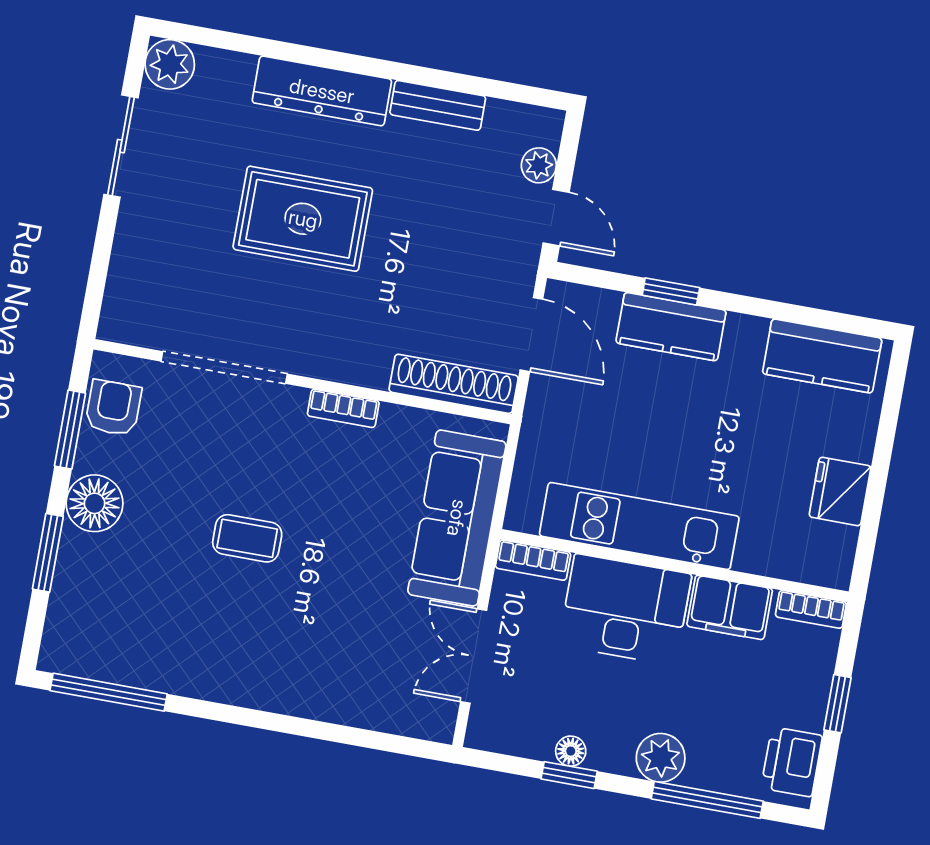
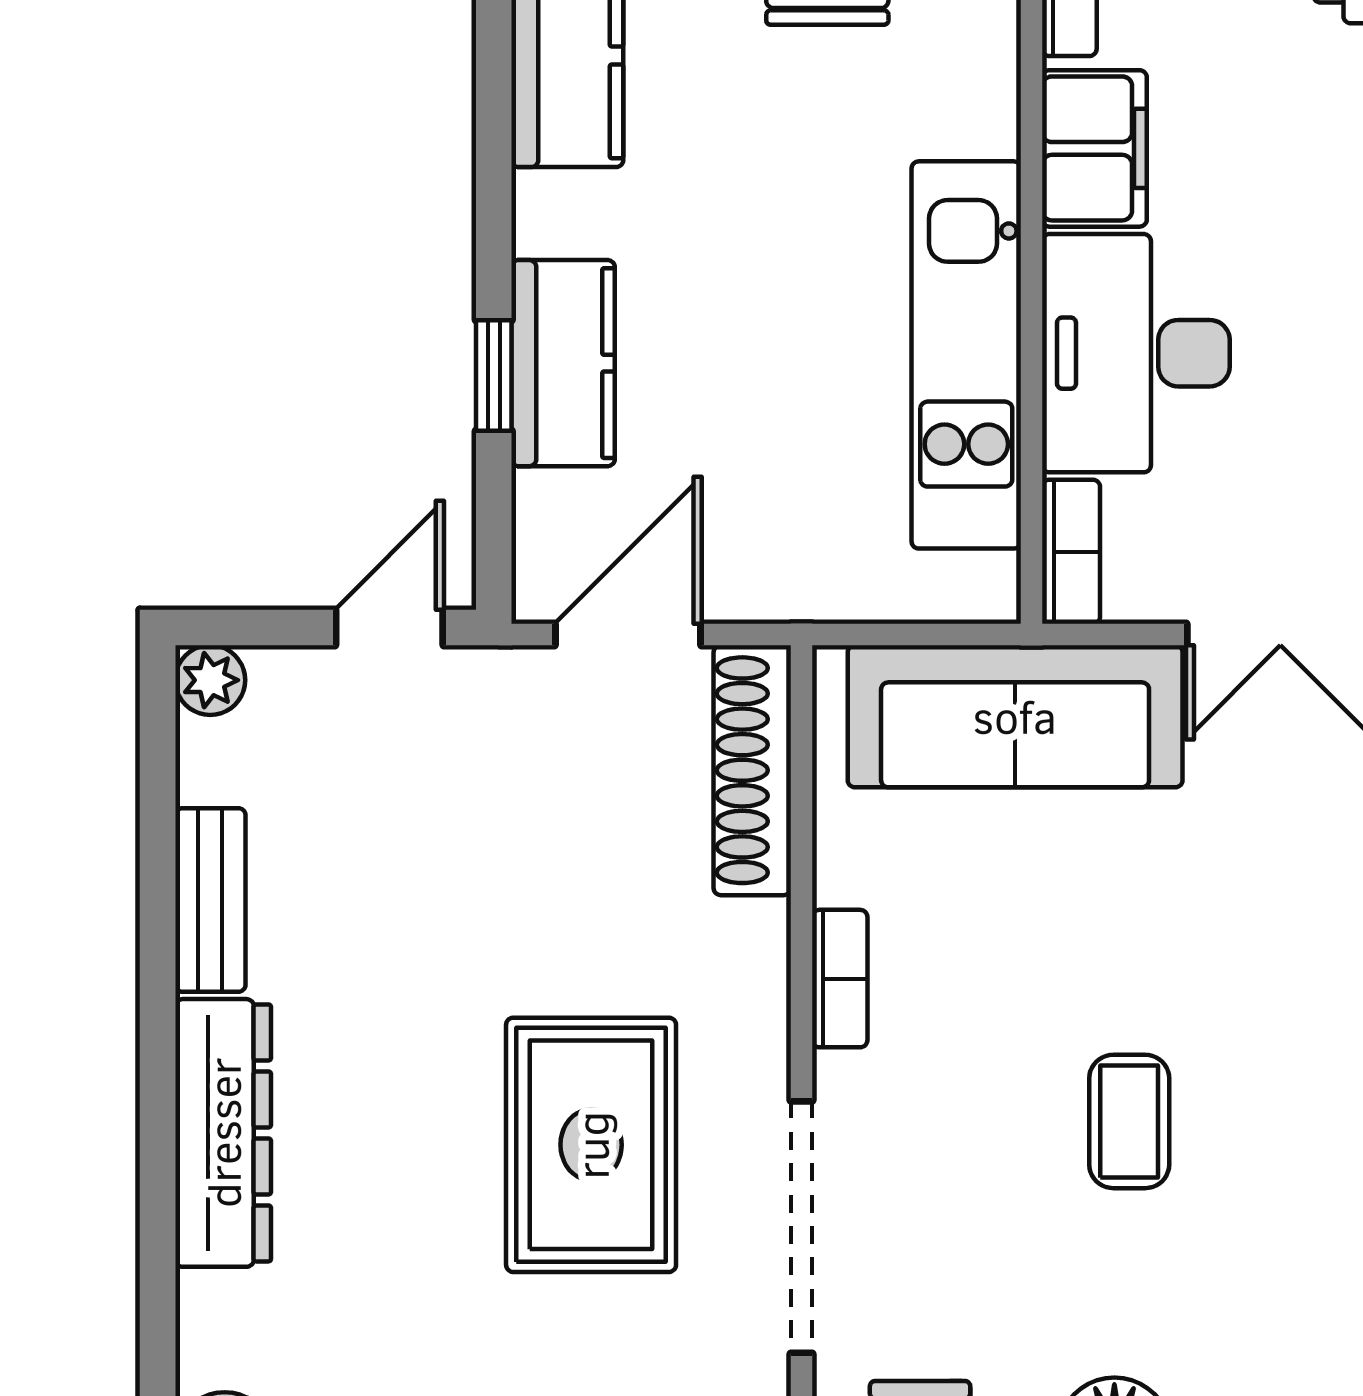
plant: (539, 165) -> (210, 680), moved
rug: (303, 219) -> (591, 1145), moved

